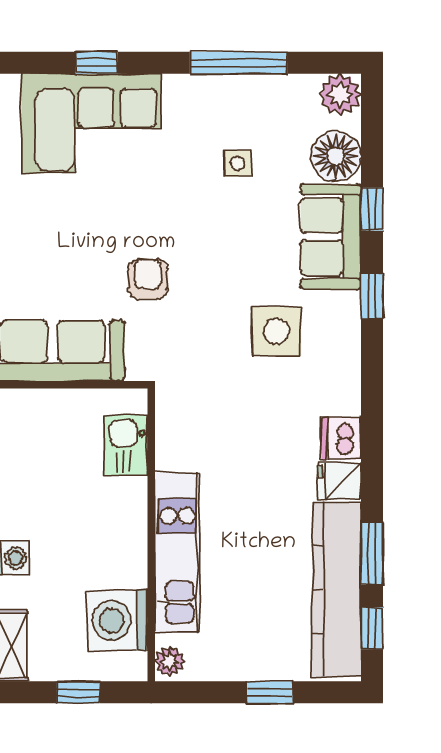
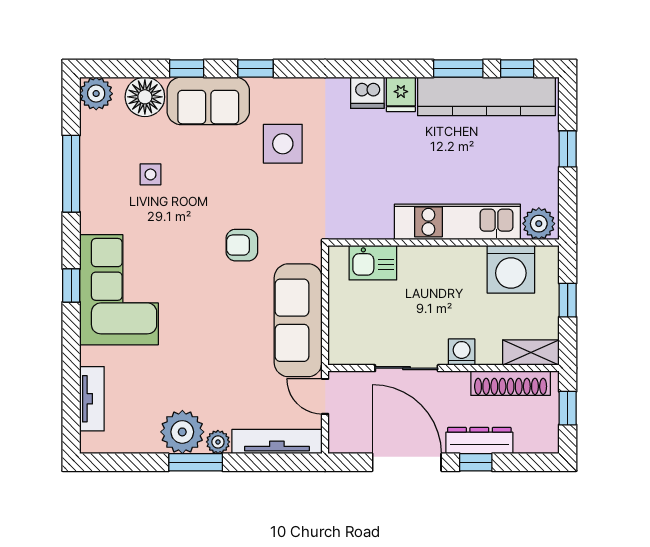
plant: (170, 661) -> (539, 224), width x1.38, depth x1.38

